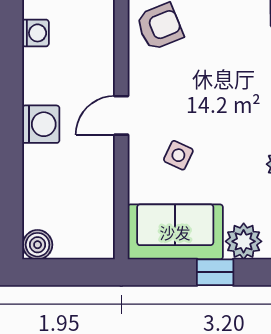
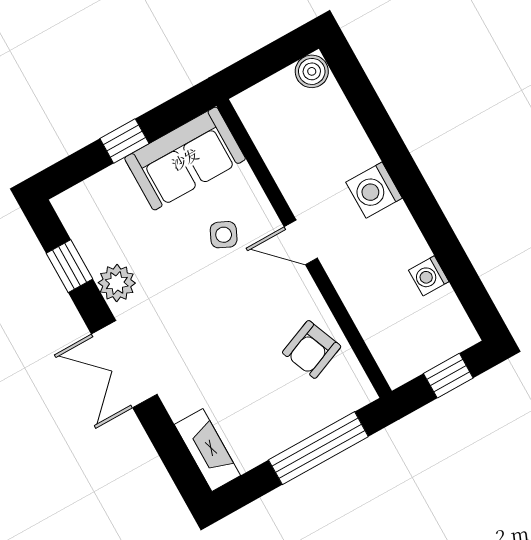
door: (121, 115) -> (301, 242), swing flipped
plant: (244, 241) -> (114, 186), removed

